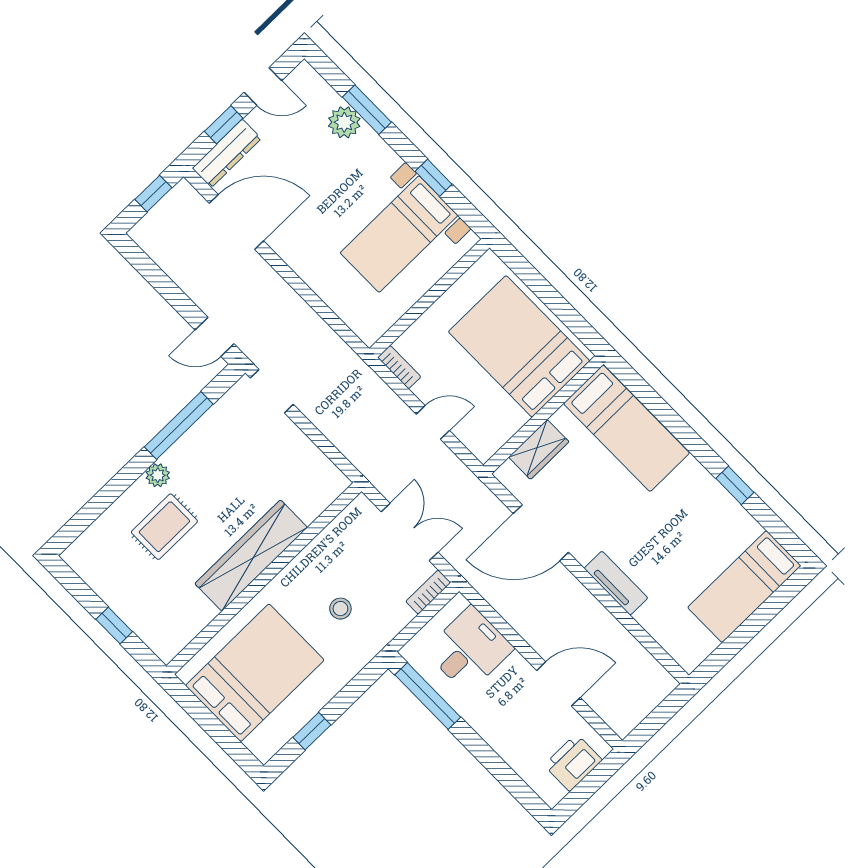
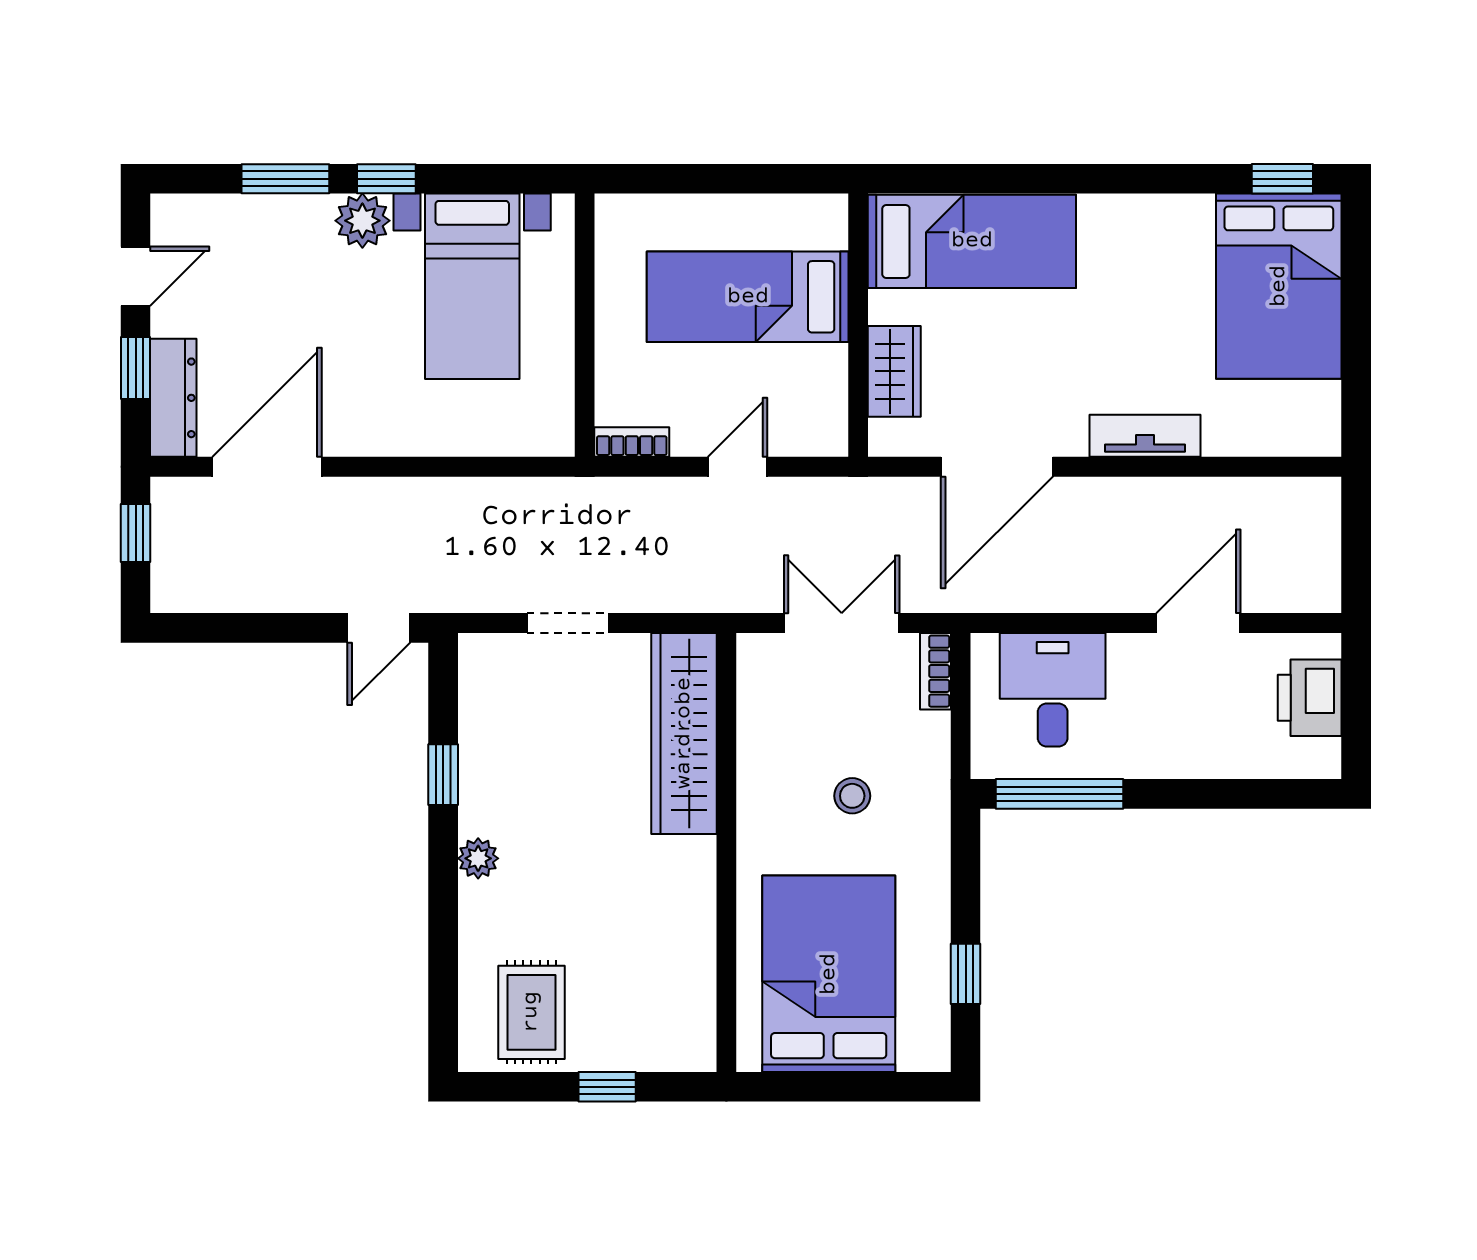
plant: (344, 122) -> (362, 221), moved
window: (434, 178) -> (386, 179), moved
bed: (519, 346) -> (748, 297), width x0.67
doorway: (272, 391) -> (568, 623), moved
window: (179, 425) -> (443, 775), width x0.46
window: (735, 485) -> (1282, 179), moved
rug: (164, 527) -> (531, 1012), moved
wardrobe: (251, 556) -> (684, 733), moved
bed: (744, 587) -> (1279, 286), width x1.50

